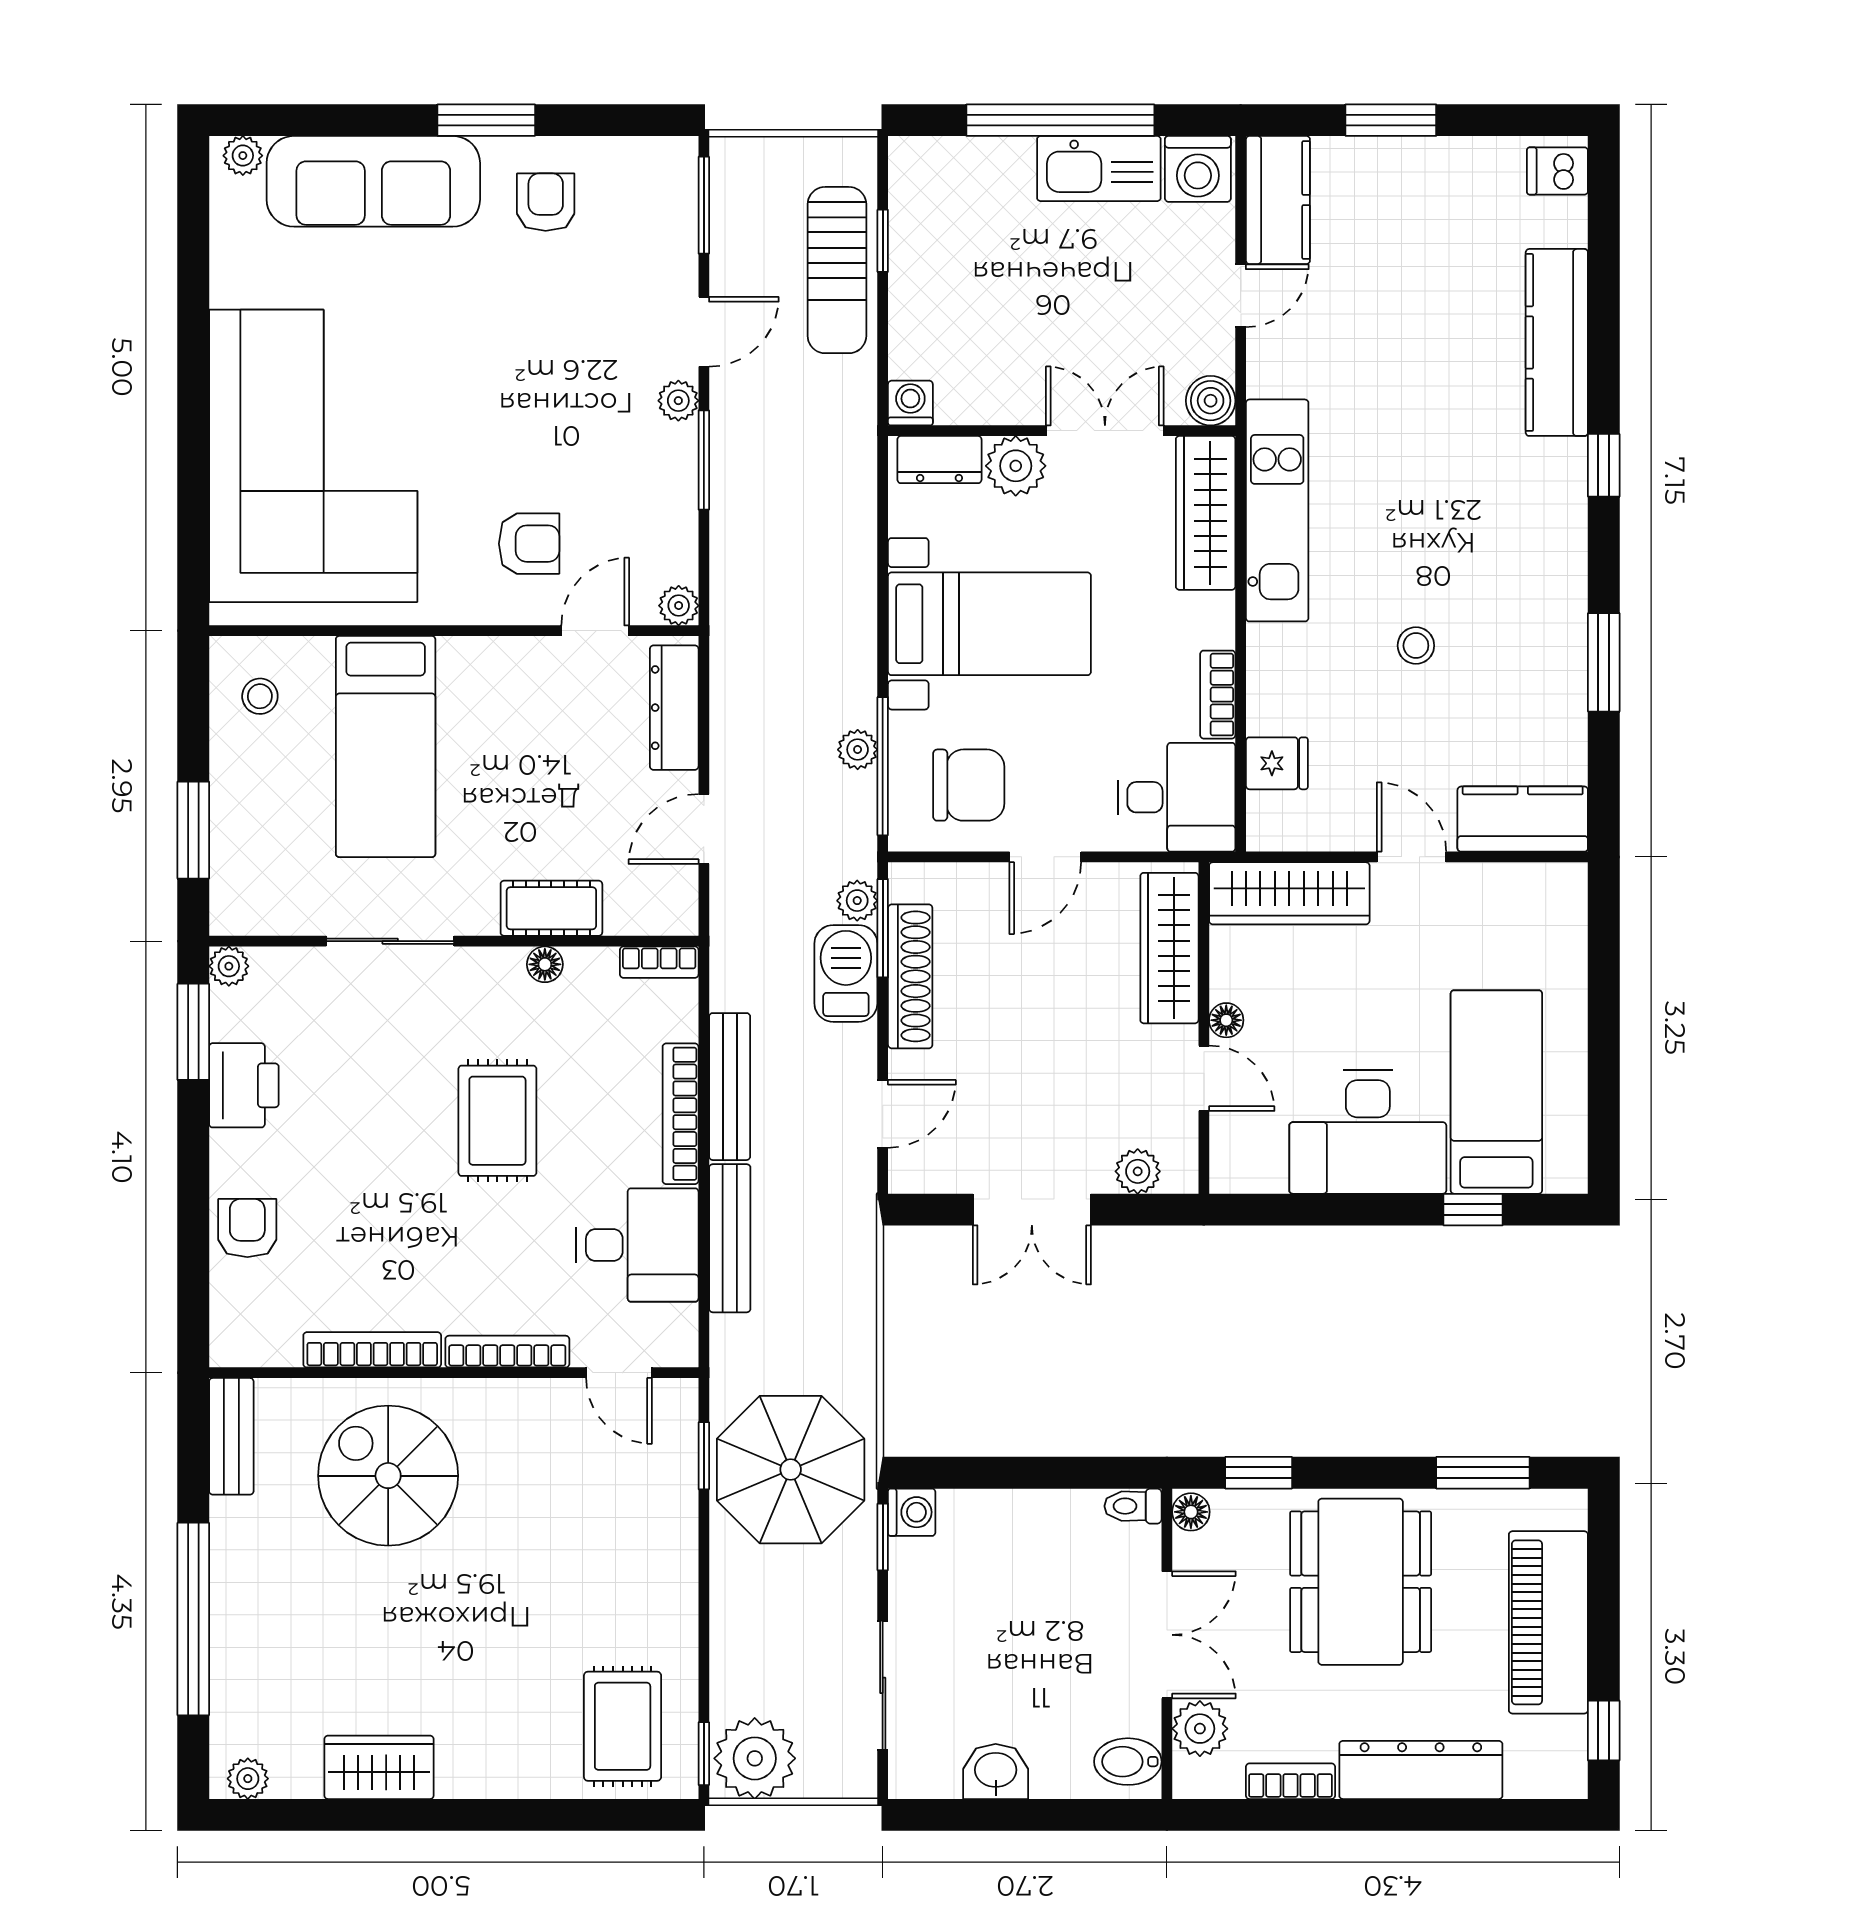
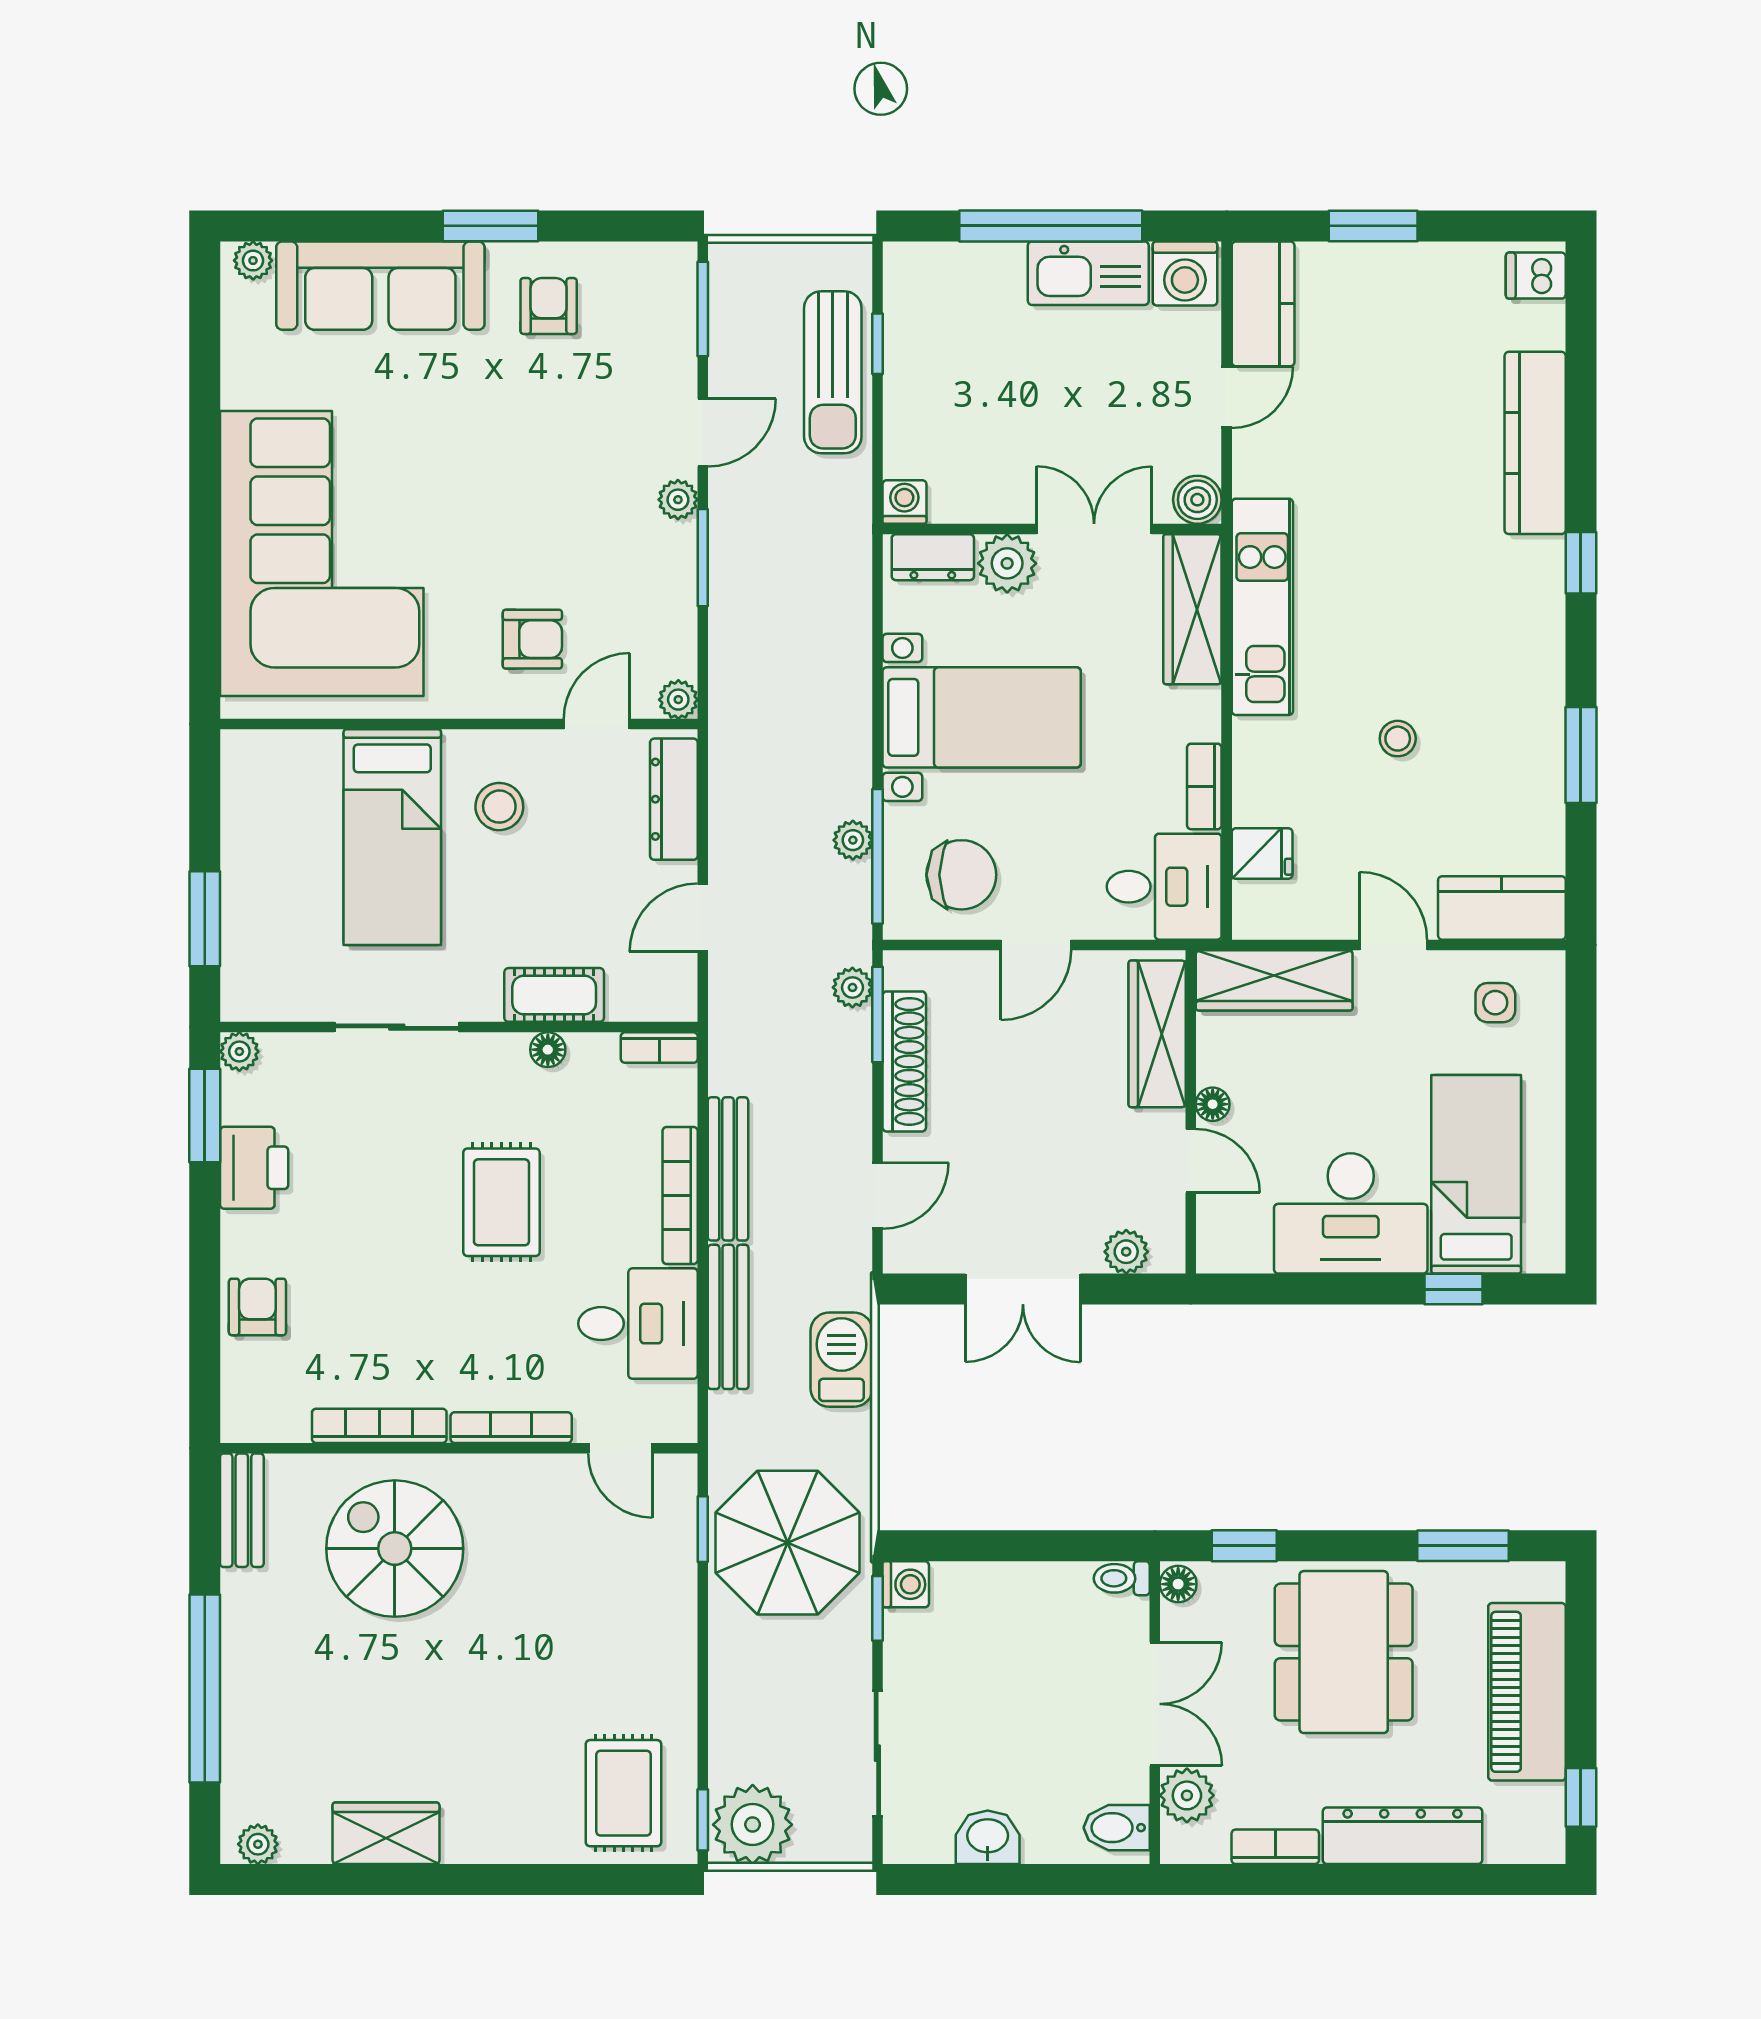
stool: (260, 696) -> (499, 807), moved, width x1.37, depth x1.37
side table: (1516, 916) -> (1495, 1003), added
barbecue: (846, 973) -> (841, 1360), moved

